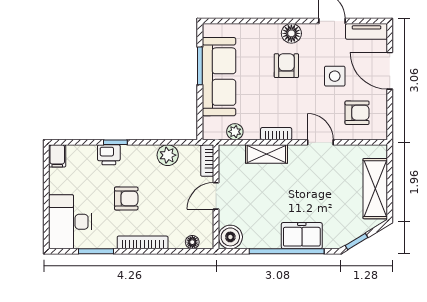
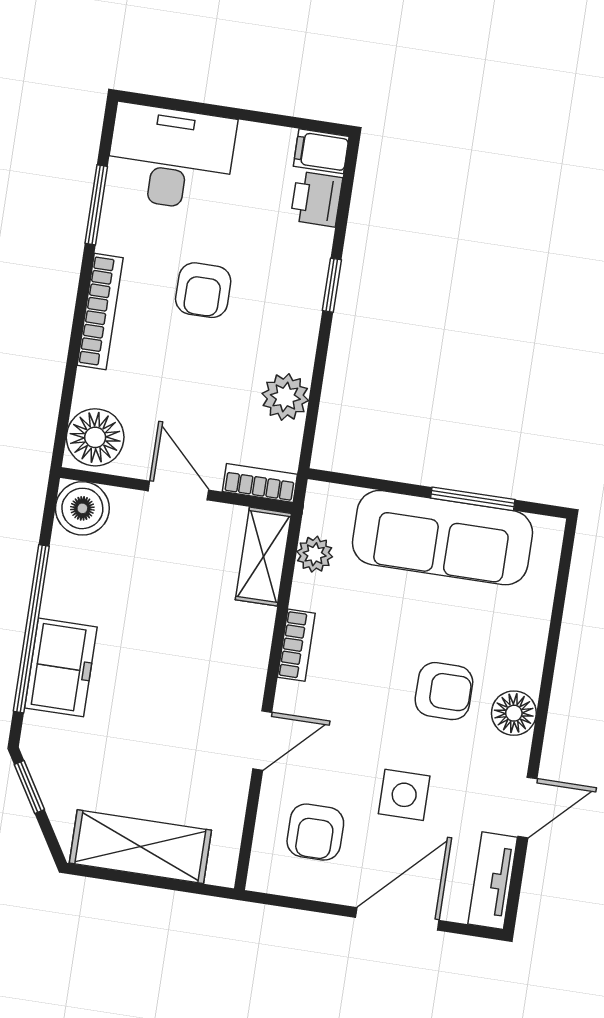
shelving: (266, 154) -> (263, 557), moved
printer: (109, 155) -> (316, 199), moved
floor lamp: (192, 242) -> (95, 437), width x1.89, depth x1.89

